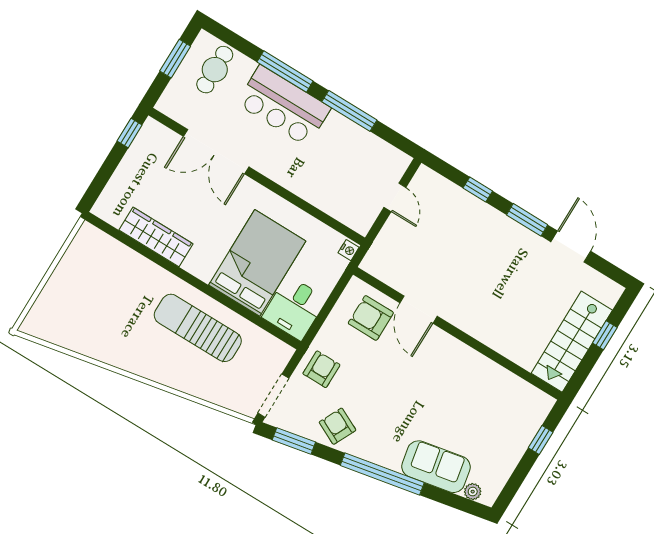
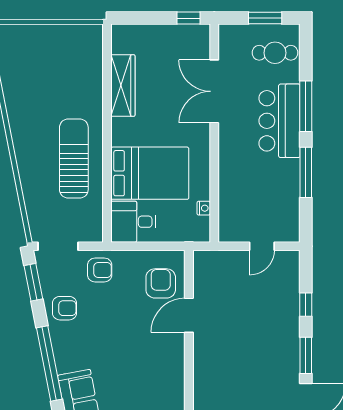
nightstand: (349, 250) -> (204, 208), moved, turned -90
armchair: (338, 426) -> (64, 308), turned 64

